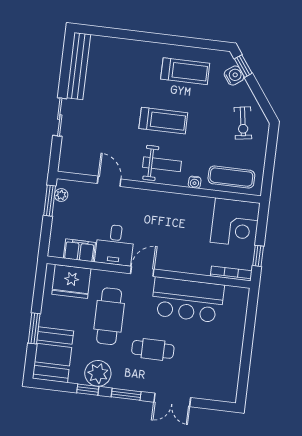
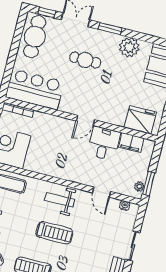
treadmill: (163, 121) -> (54, 233), turned 180
water cooler: (195, 182) -> (125, 206), moved
bar counter: (188, 300) -> (35, 89), moved
cafe table: (109, 316) -> (35, 37), moved
window: (88, 390) -> (47, 12), moved

